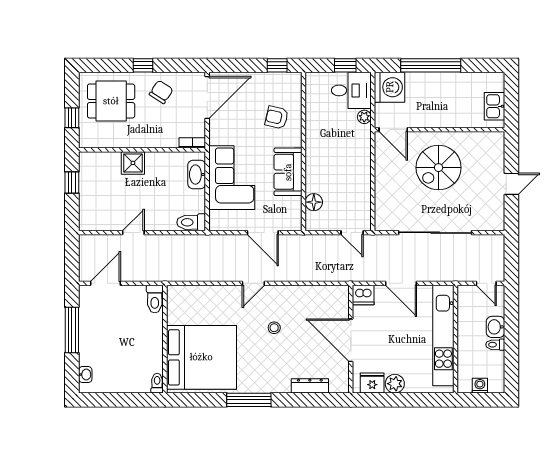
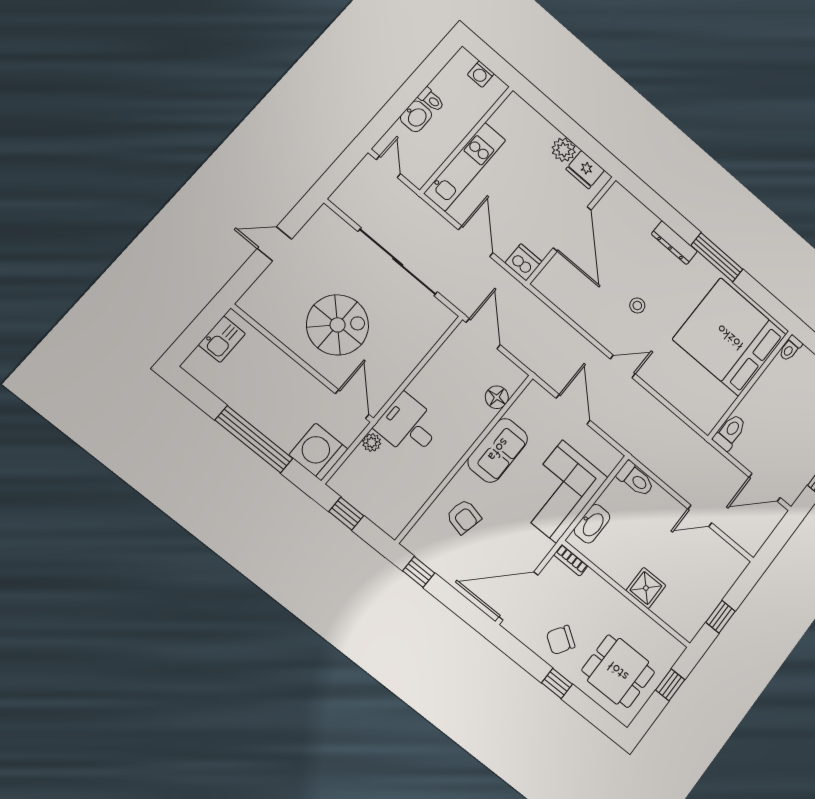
desk: (351, 90) -> (408, 426), moved
door: (352, 233) -> (483, 334), width x1.38
kitchen unit: (443, 335) -> (465, 167), width x0.73
dresser: (310, 386) -> (674, 243), moved

